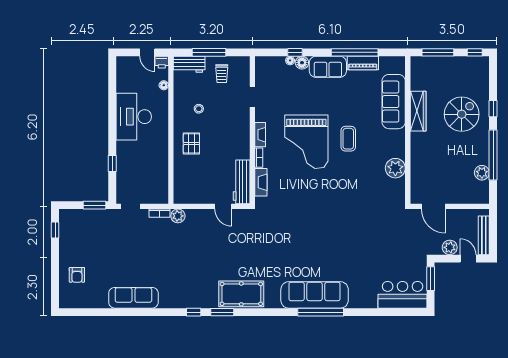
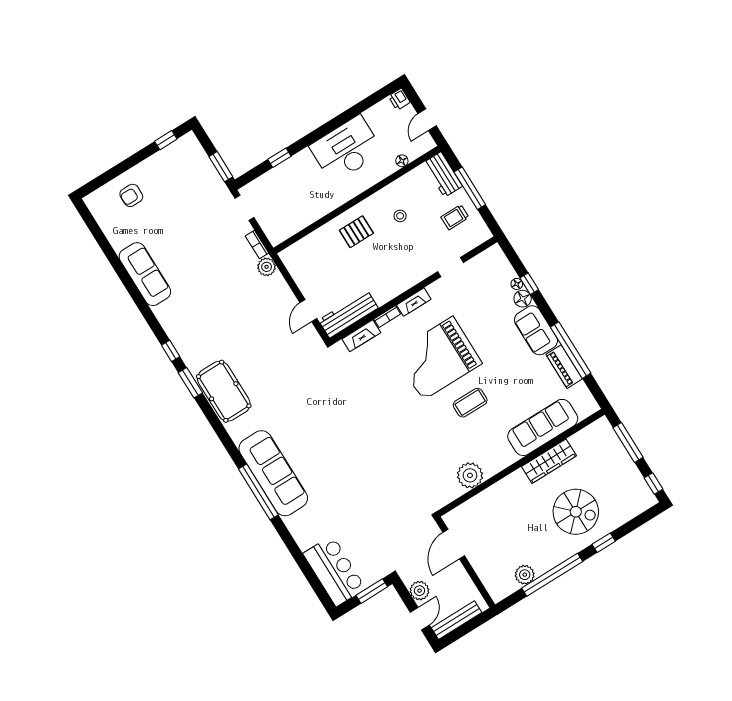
printer: (162, 62) -> (399, 99), moved

